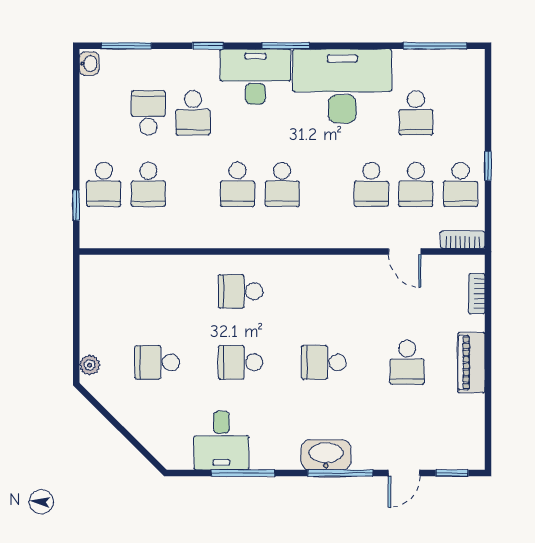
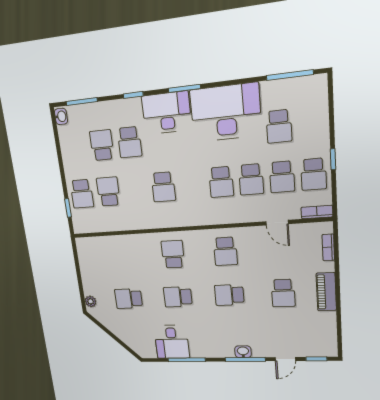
school desk: (148, 185) -> (108, 192), turned 180
school desk: (282, 185) -> (221, 182), moved
school desk: (240, 291) -> (173, 254), turned 90
school desk: (324, 291) -> (225, 251), added
washbasin: (326, 455) -> (243, 352), width x0.52, depth x0.69

